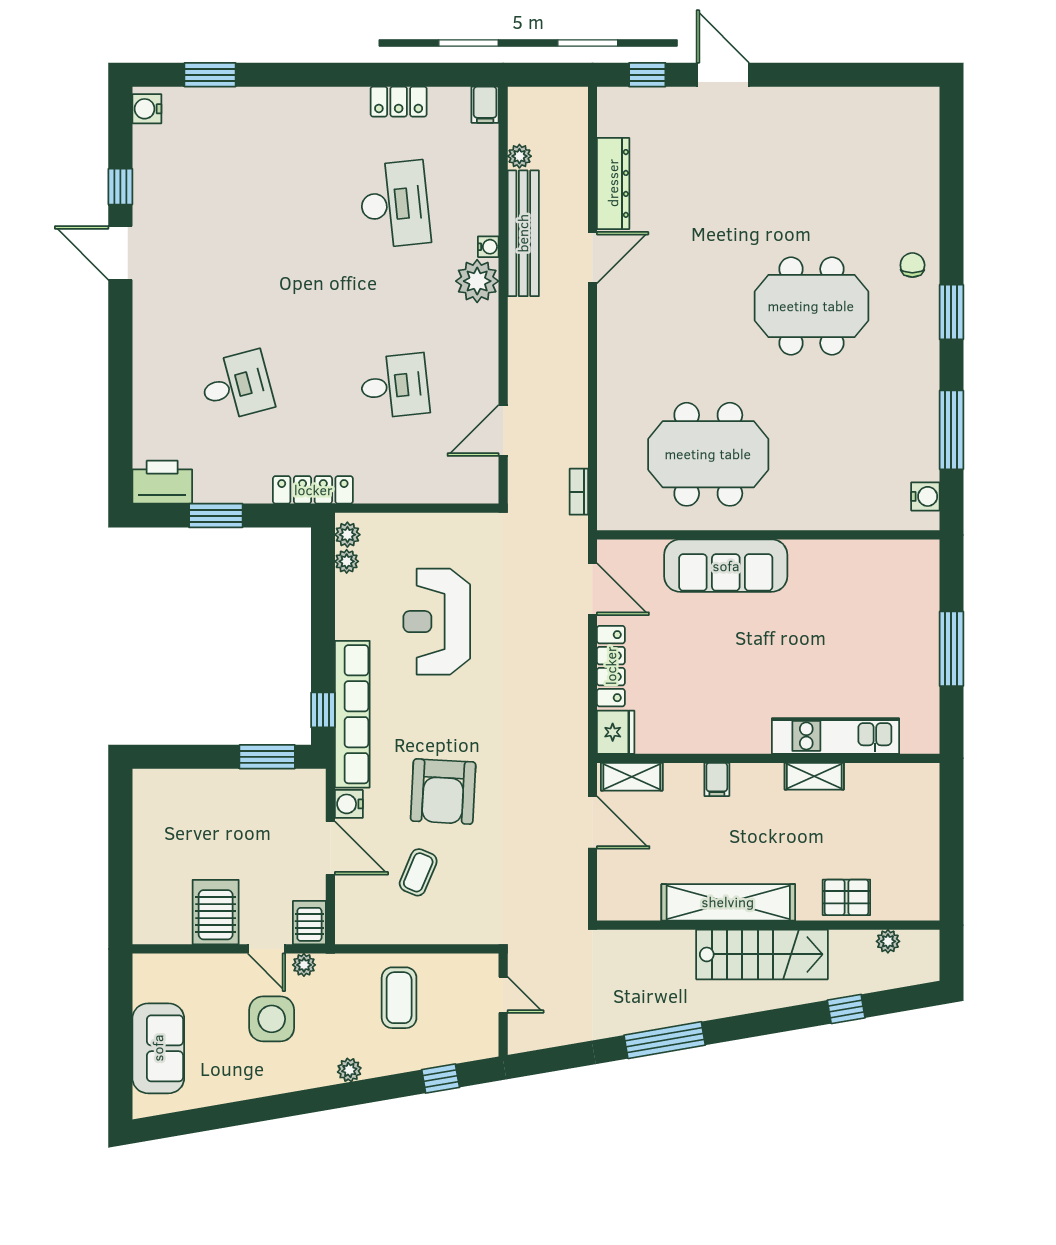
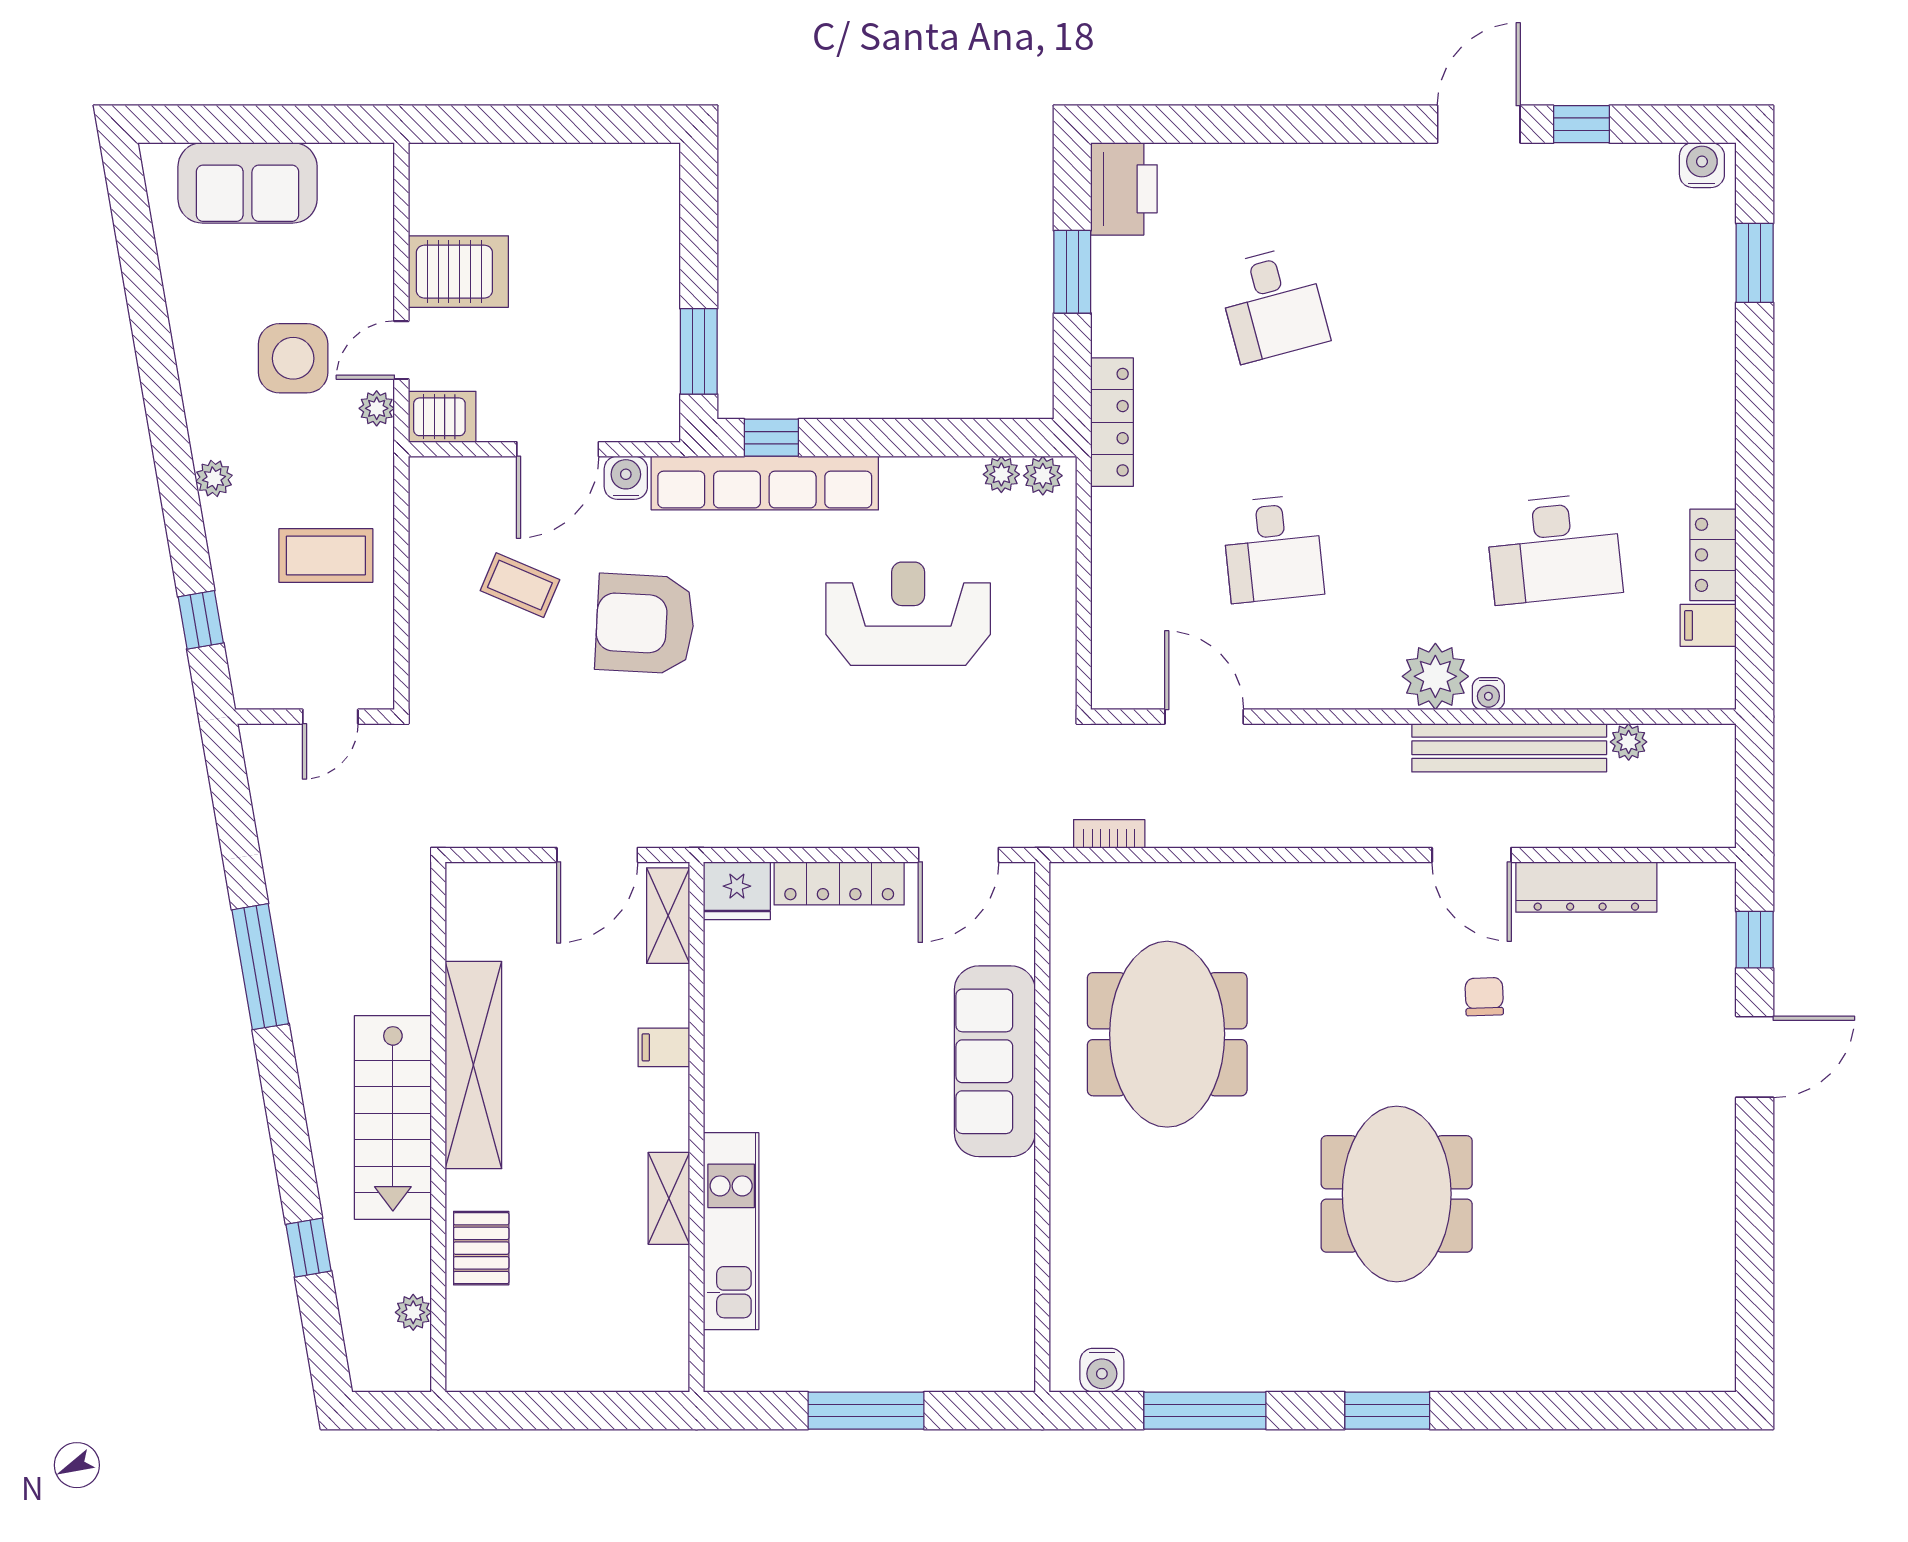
filing cabinet: (485, 105) -> (1708, 625), moved
chair: (912, 265) -> (1484, 997), moved, turned -92

